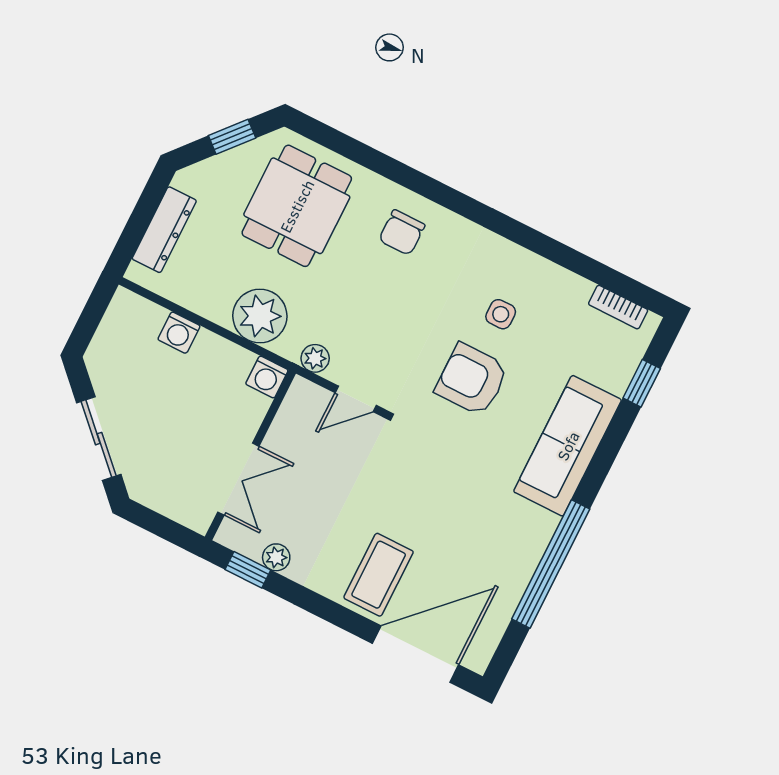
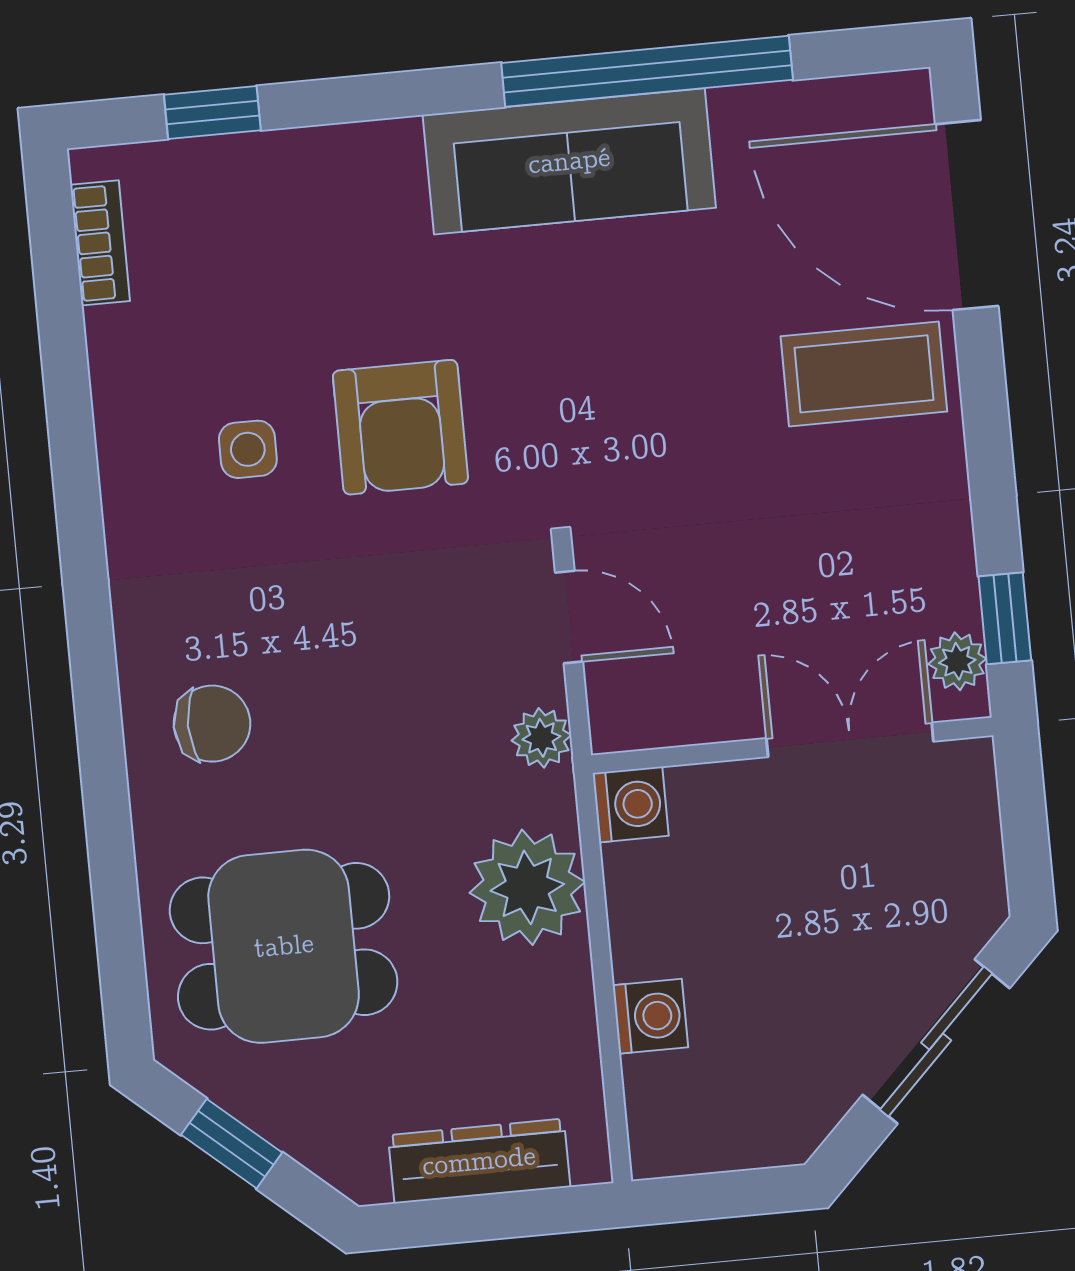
sofa: (568, 446) -> (569, 161), moved
plant: (276, 557) -> (957, 661), moved

